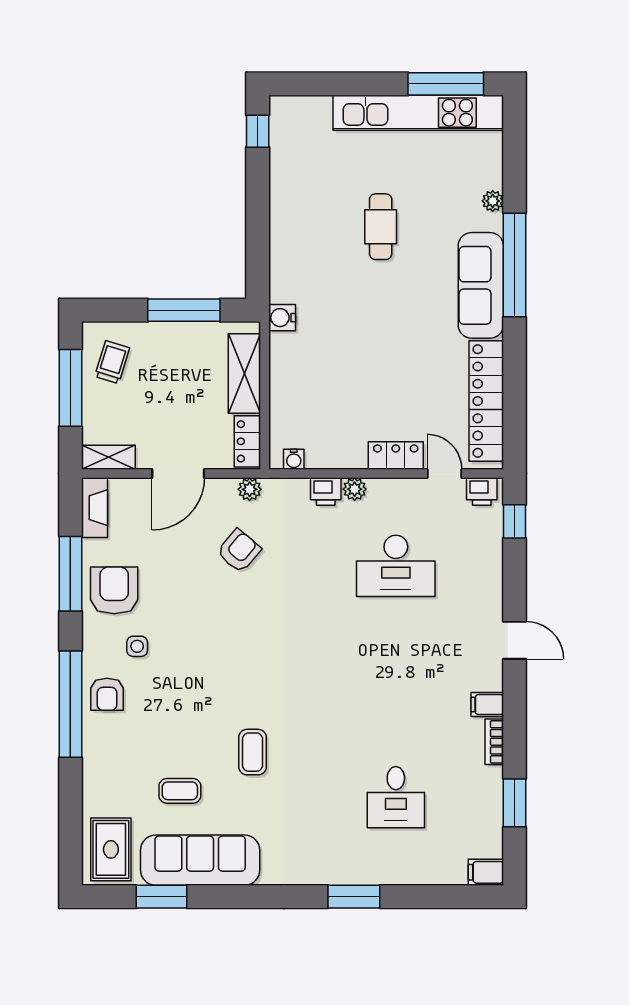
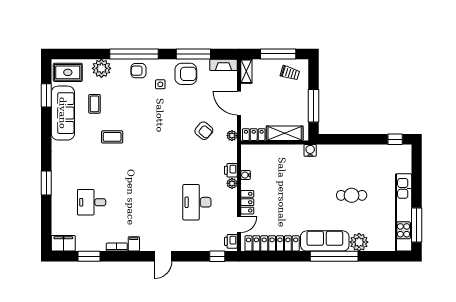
plant: (493, 201) -> (359, 242), width x1.88, depth x1.88
water cooler: (294, 459) -> (246, 175), moved
plant: (102, 775) -> (101, 68), added
filing cabinet: (486, 872) -> (63, 243), width x2.00

